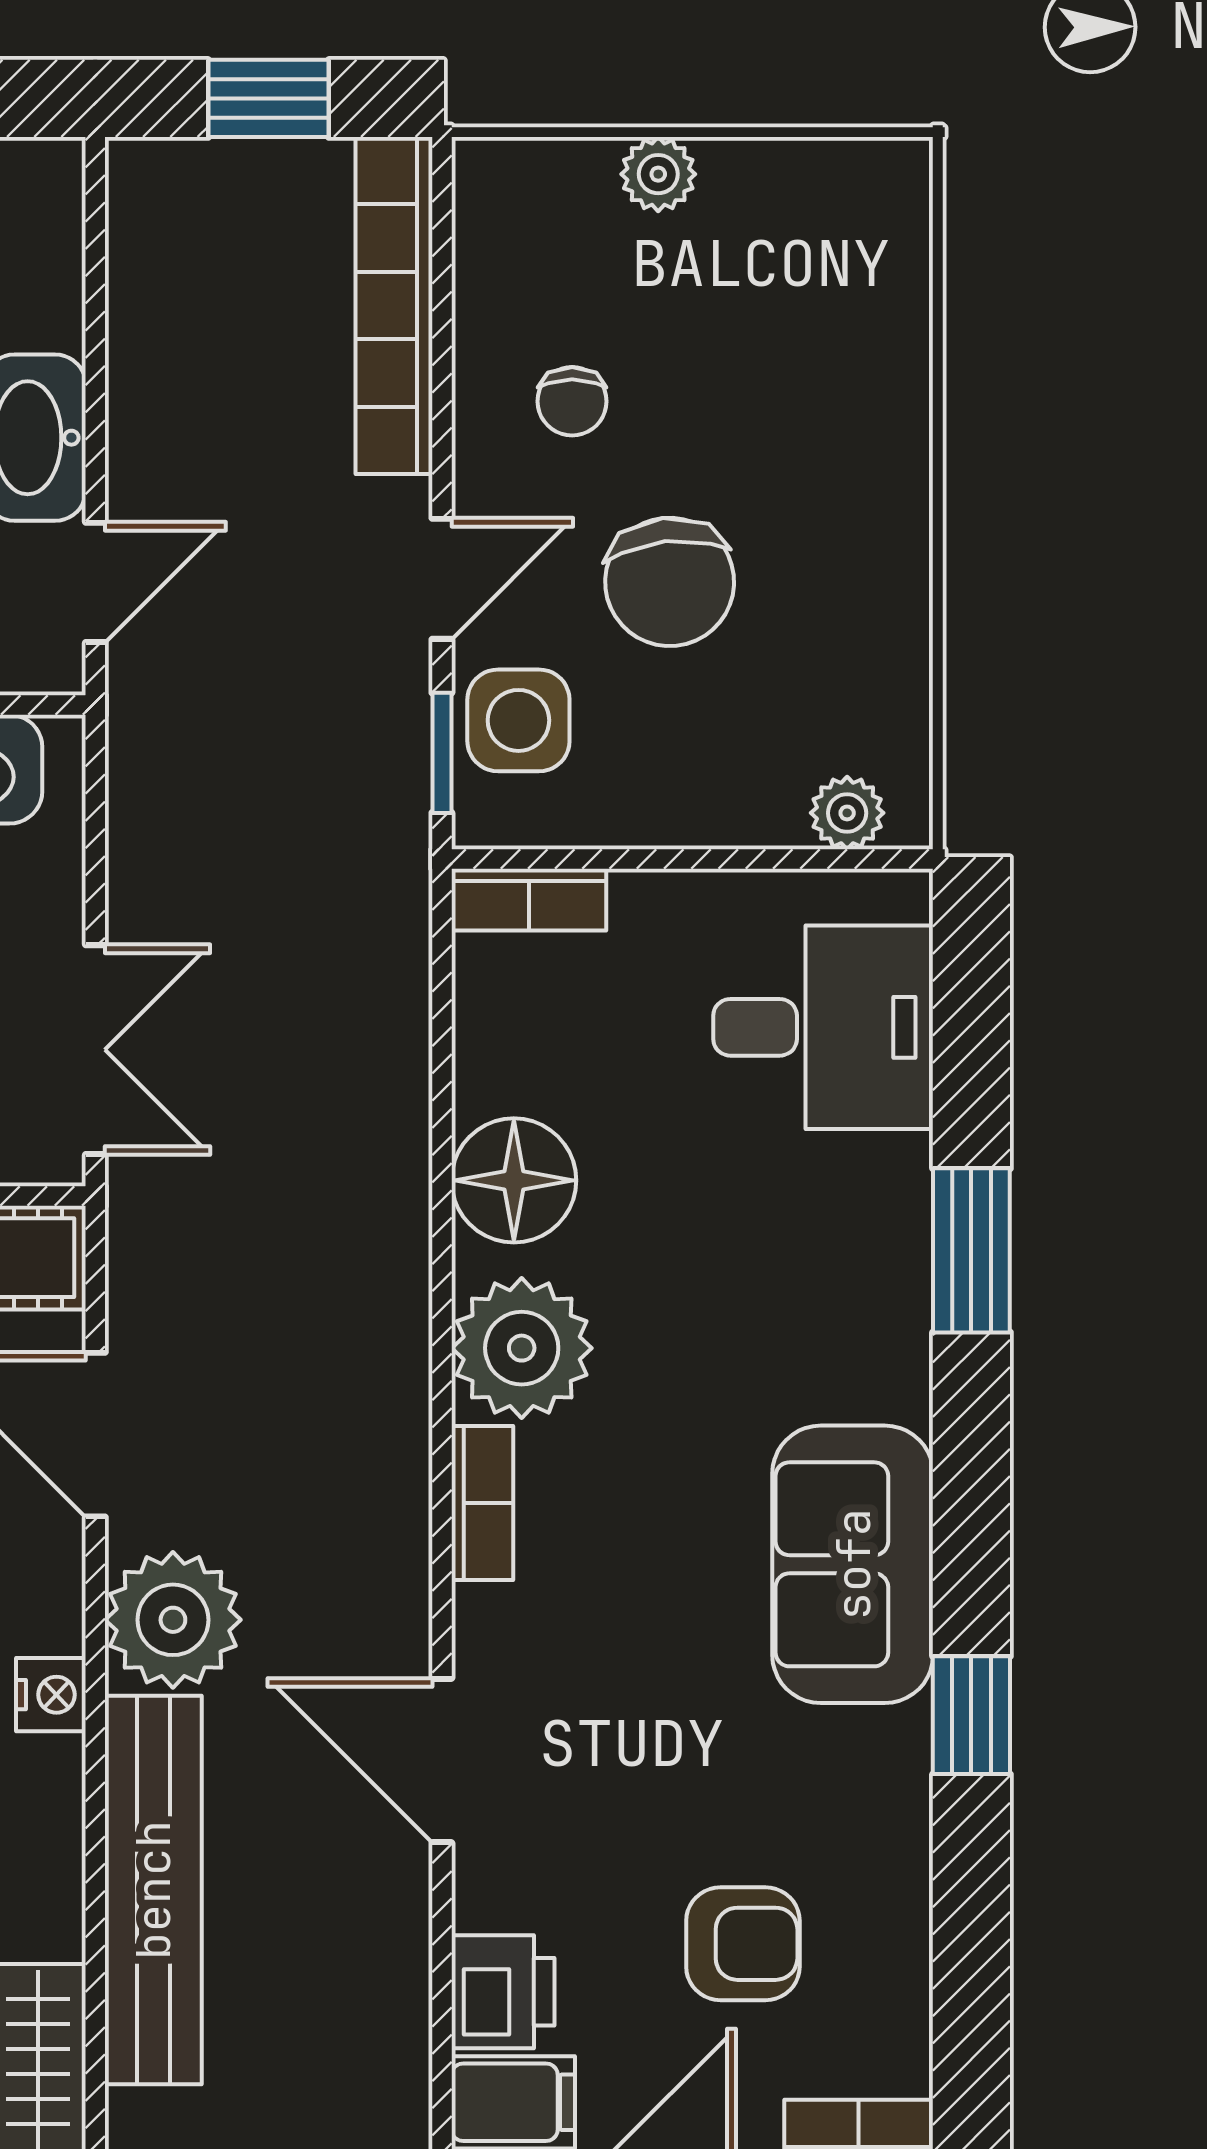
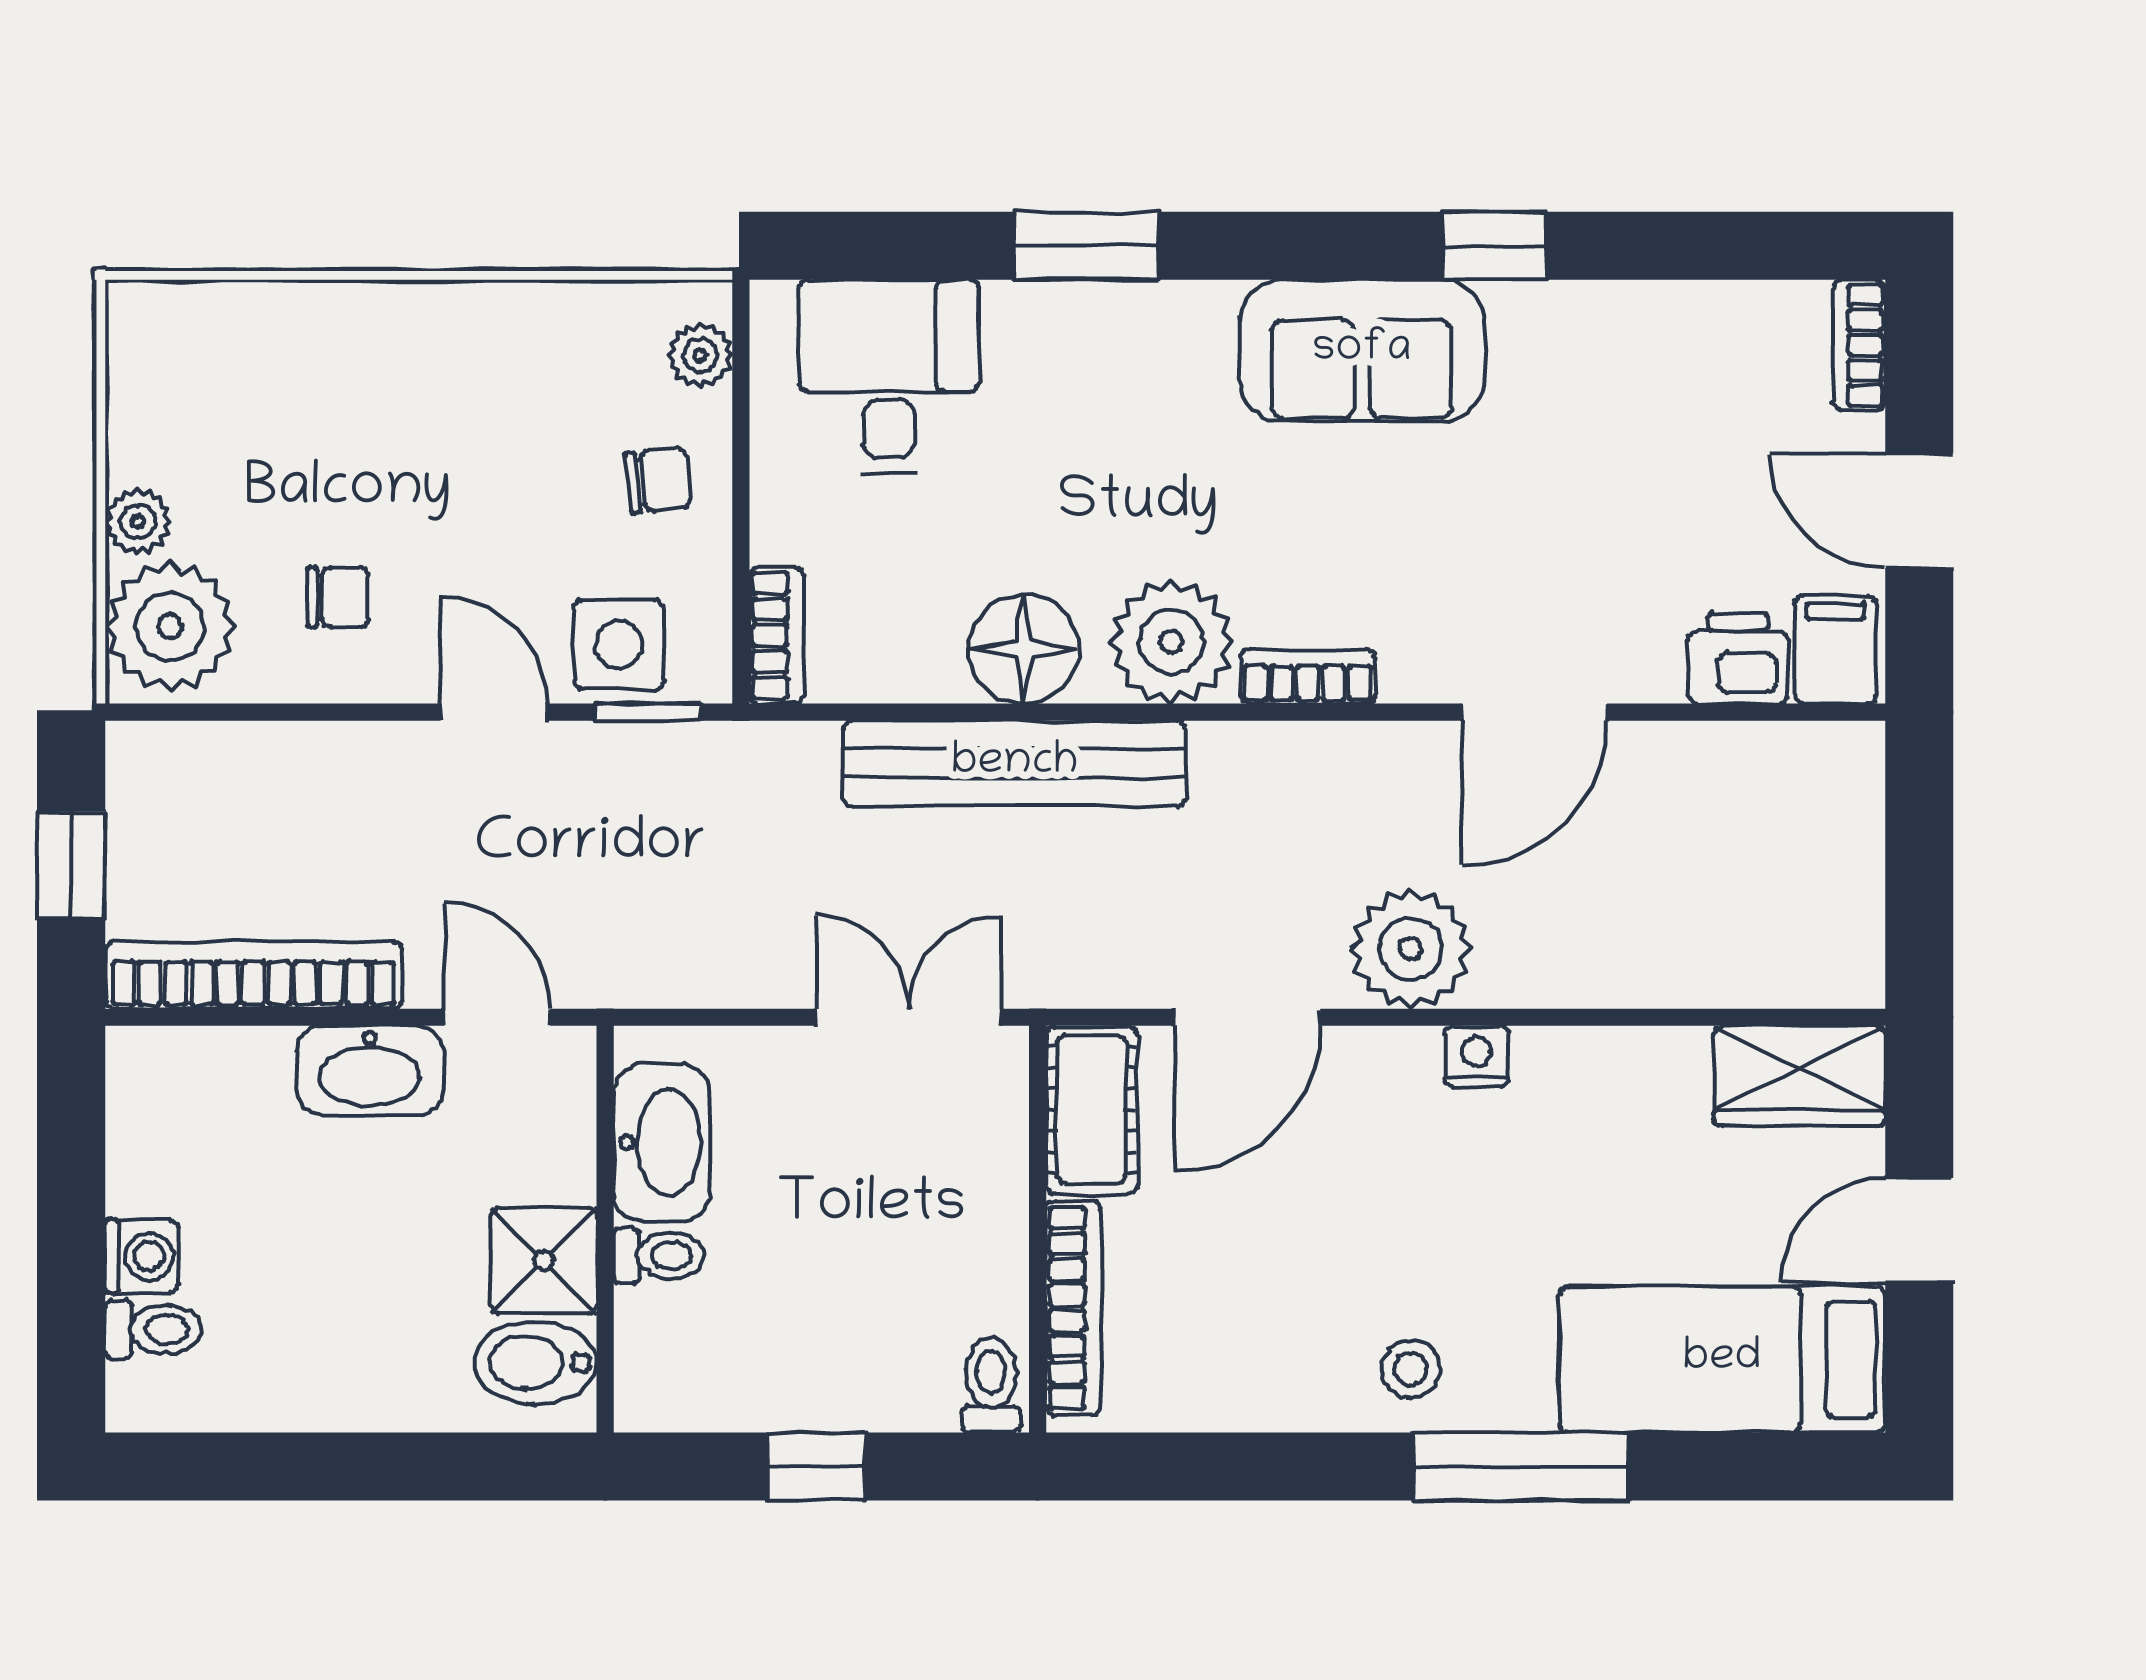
plant: (539, 211) -> (170, 626), added
bookcase: (394, 306) -> (253, 975), moved, turned 180
chair: (670, 582) -> (658, 480), moved, width x0.54, depth x0.54
bench: (153, 1890) -> (1015, 763), moved
armchair: (743, 1944) -> (1696, 447), removed

